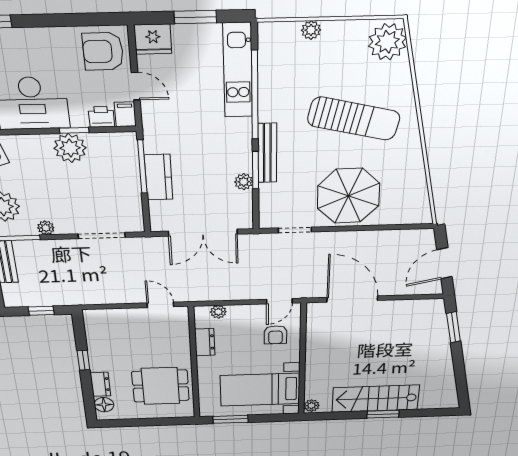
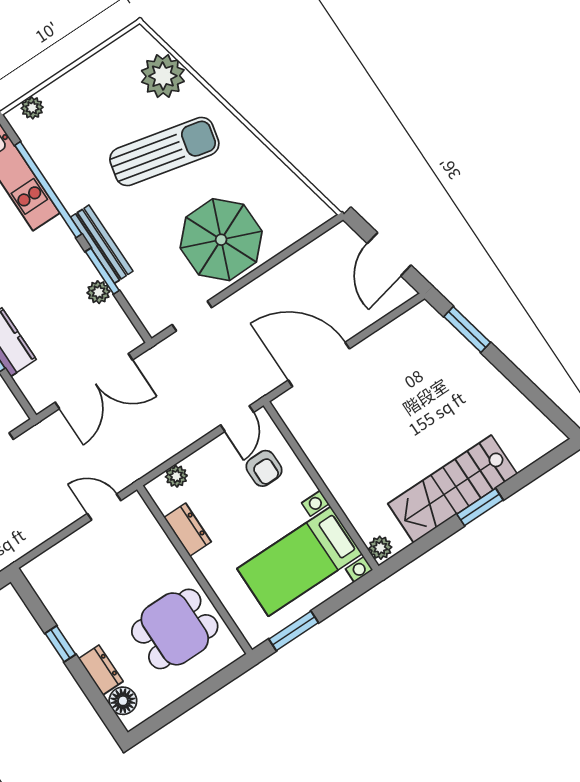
plant: (311, 30) -> (32, 108), moved
plant: (387, 42) -> (163, 76), moved

